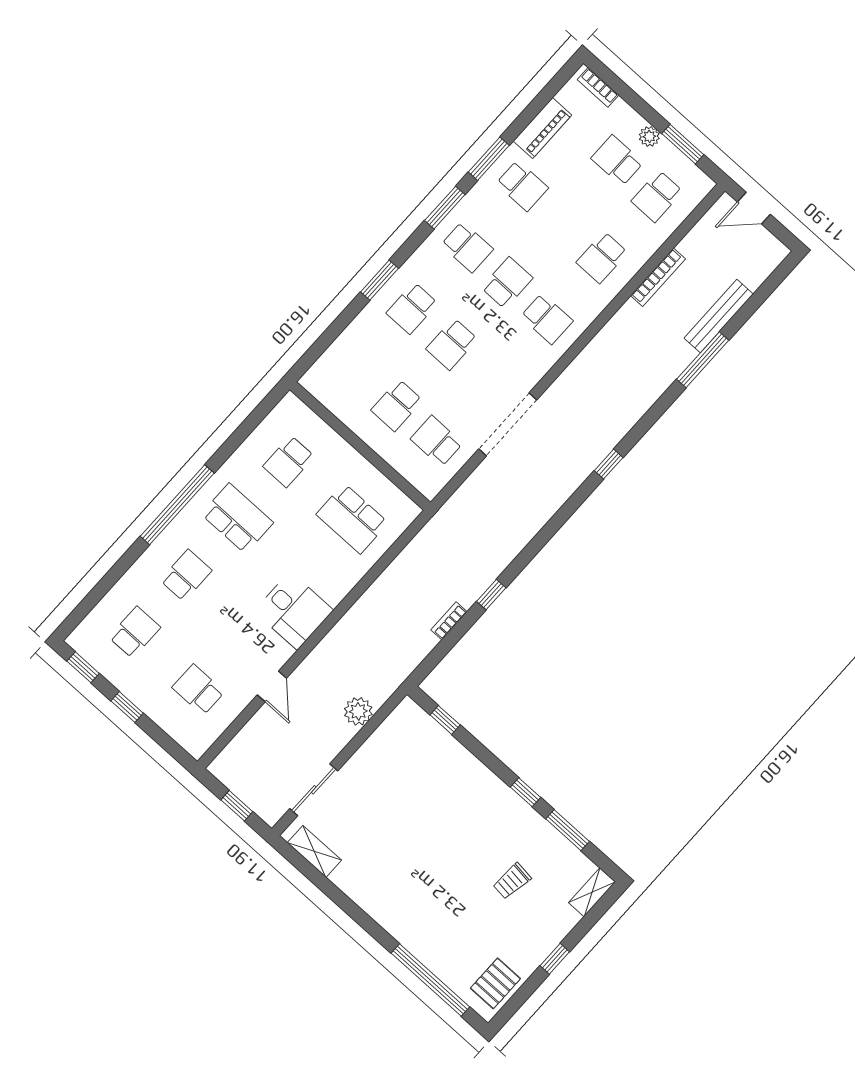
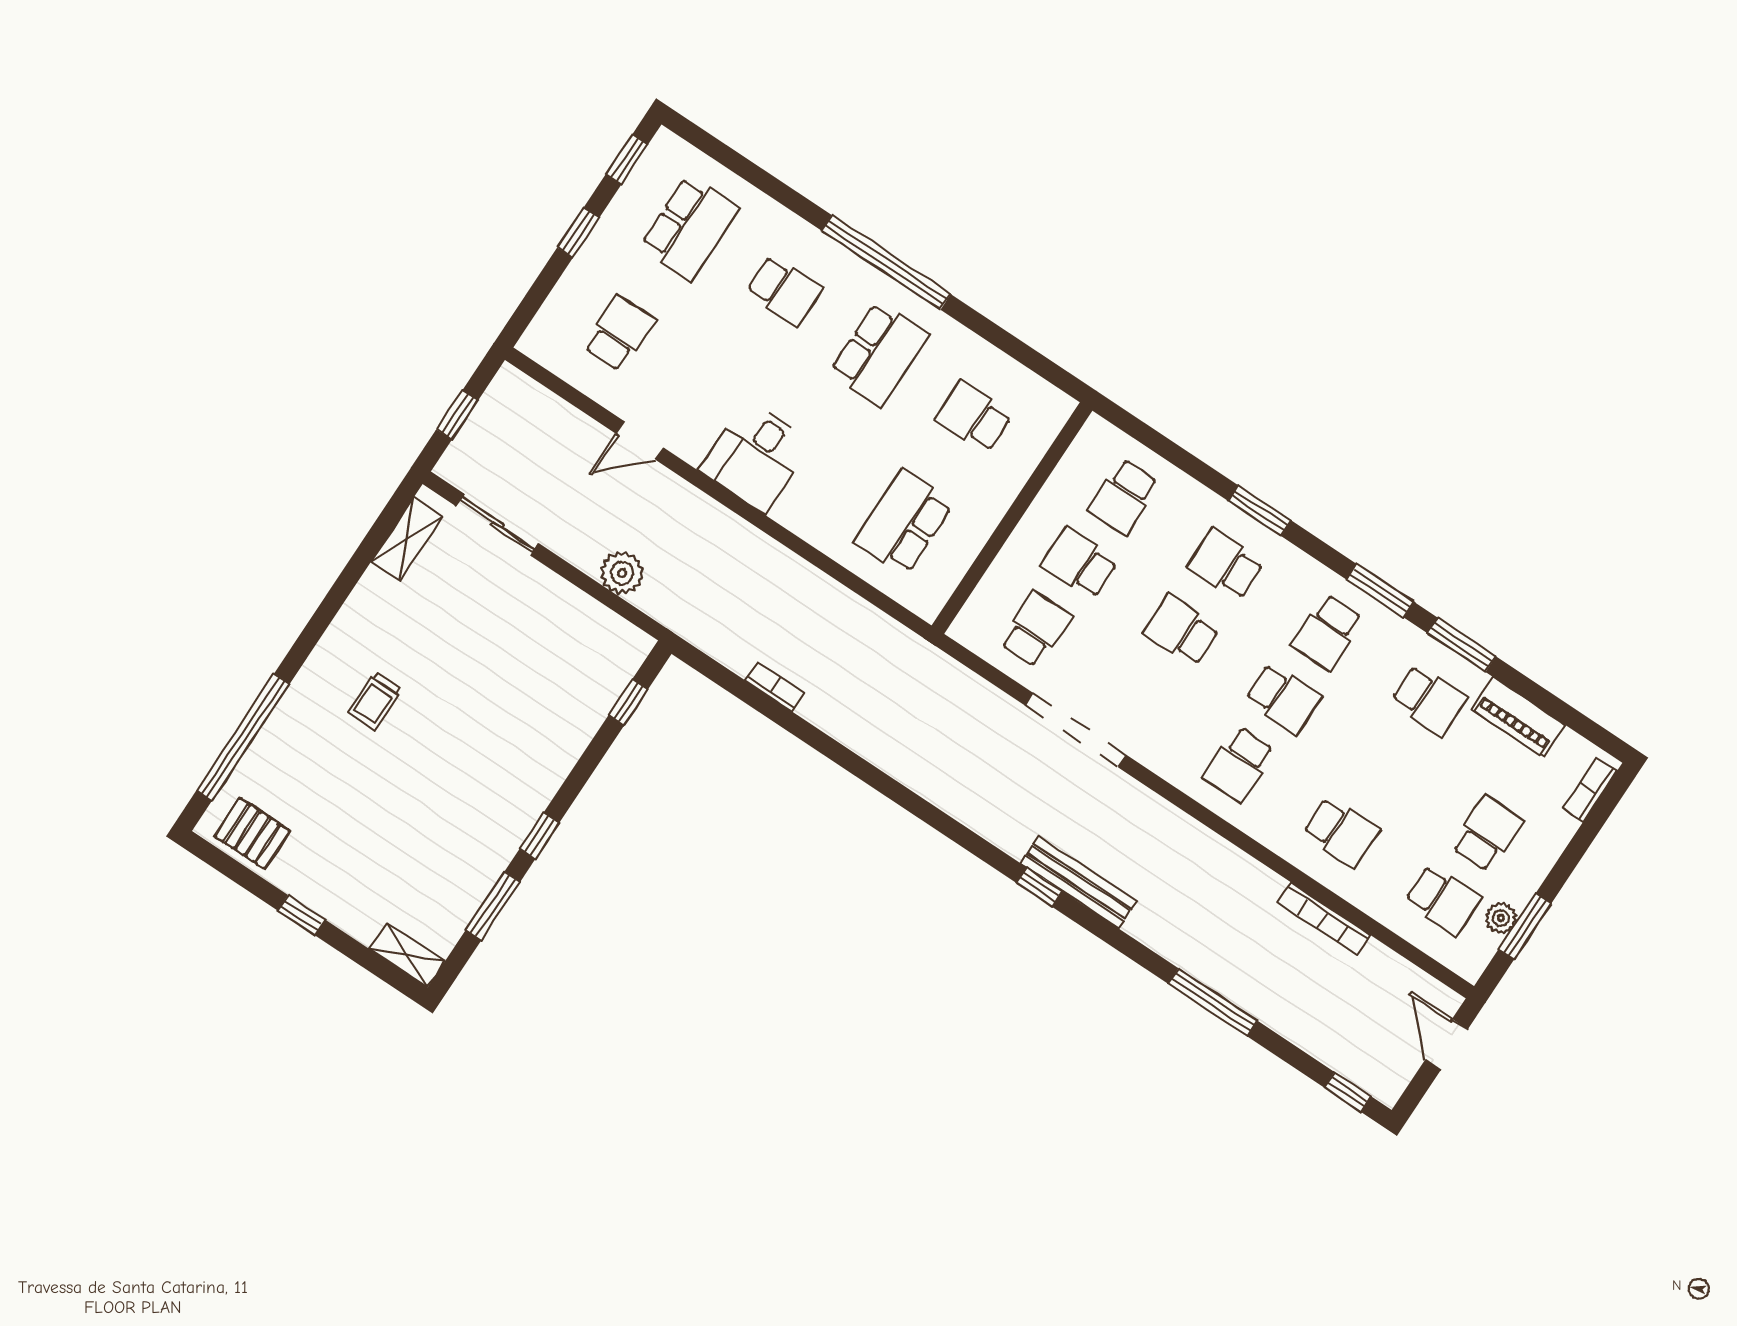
plant: (649, 136) -> (1501, 918), moved
school desk: (522, 186) -> (1429, 700), turned -90
school desk: (657, 196) -> (1443, 900), turned 180
school desk: (602, 257) -> (1341, 832), turned 180
bench: (719, 316) -> (1079, 882), moved
school desk: (357, 369) -> (1124, 497), added
window: (491, 595) -> (1348, 1092), moved
school desk: (135, 632) -> (689, 228), width x1.85
trolley: (512, 881) -> (375, 701), moved, turned -97

